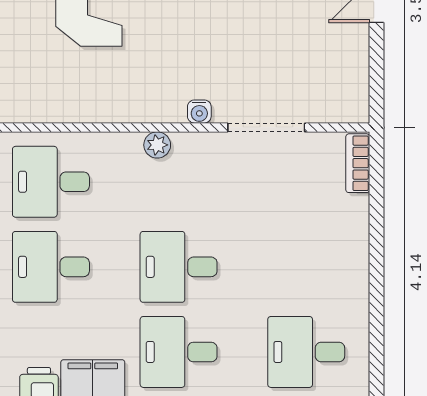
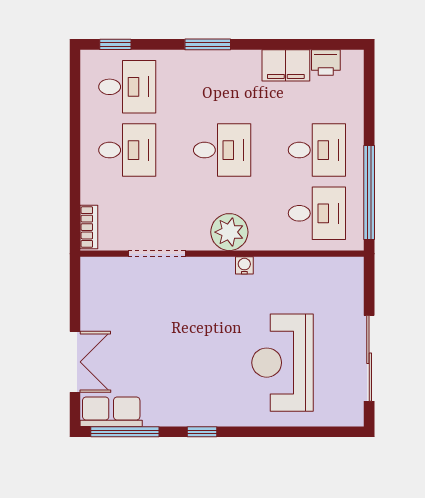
water cooler: (199, 112) -> (244, 265), moved
plant: (157, 145) -> (229, 232), width x1.88, depth x1.88
desk: (179, 352) -> (127, 150), moved

